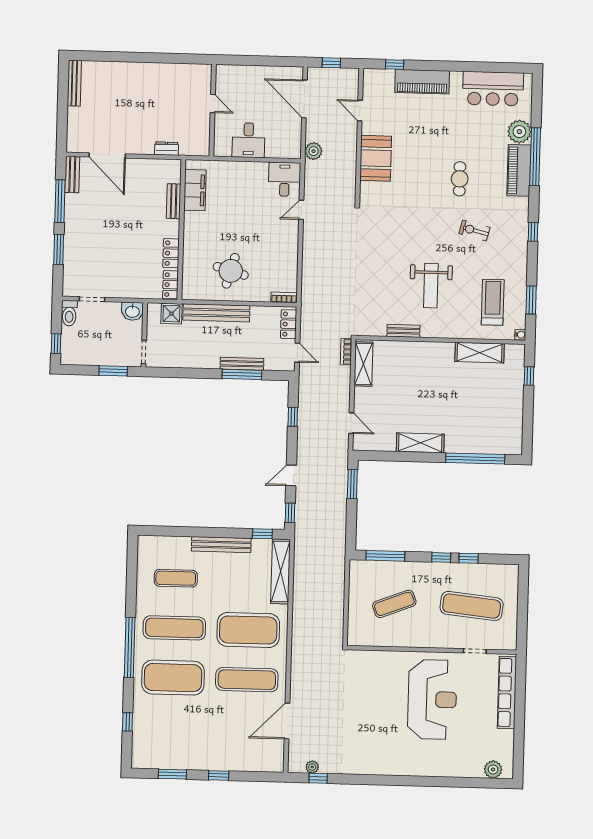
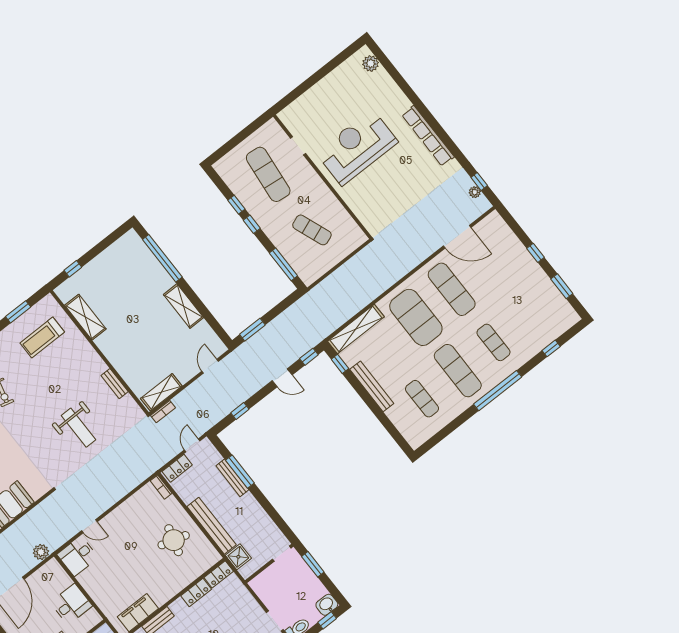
weight bench: (431, 286) -> (79, 428), moved, turned 90
washbasin: (132, 311) -> (327, 605), moved, turned -90
water cooler: (520, 335) -> (49, 299), removed
exercise mat: (173, 678) -> (494, 342), width x0.50, depth x0.69
row of seats: (507, 692) -> (428, 136), moved, turned 90

